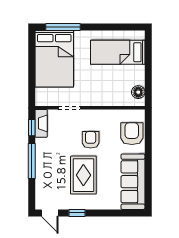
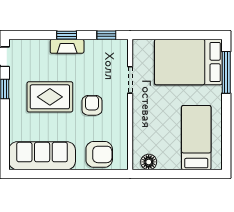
fireplace: (41, 123) -> (67, 46), moved
armchair: (91, 140) -> (92, 105), turned -90
window: (32, 161) -> (67, 35), width x0.46

